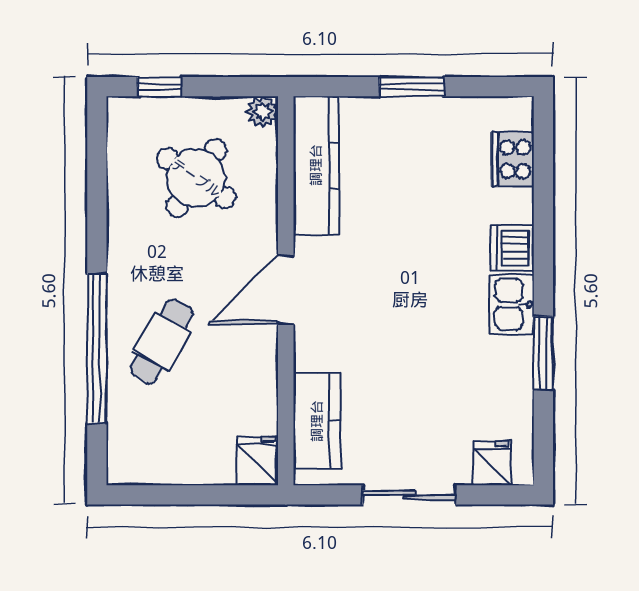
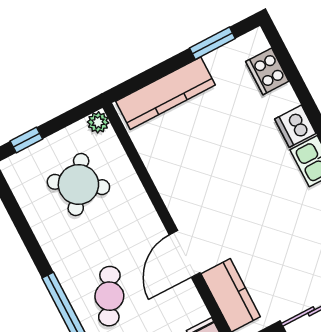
window: (412, 87) -> (212, 43), moved
kitchen counter: (316, 165) -> (166, 93), moved, turned 90
door: (286, 290) -> (185, 254), moved

